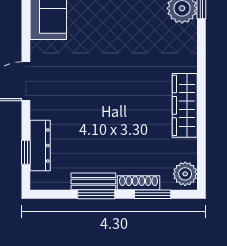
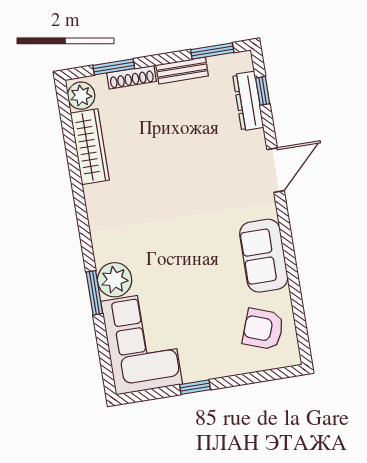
wardrobe: (185, 105) -> (90, 147), moved
window: (96, 194) -> (212, 51), moved

